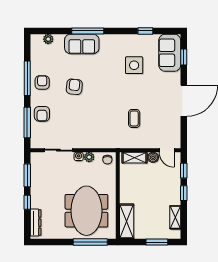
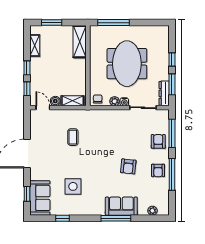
meeting table: (86, 211) -> (127, 64), moved
dresser: (36, 223) -> (164, 93), moved

